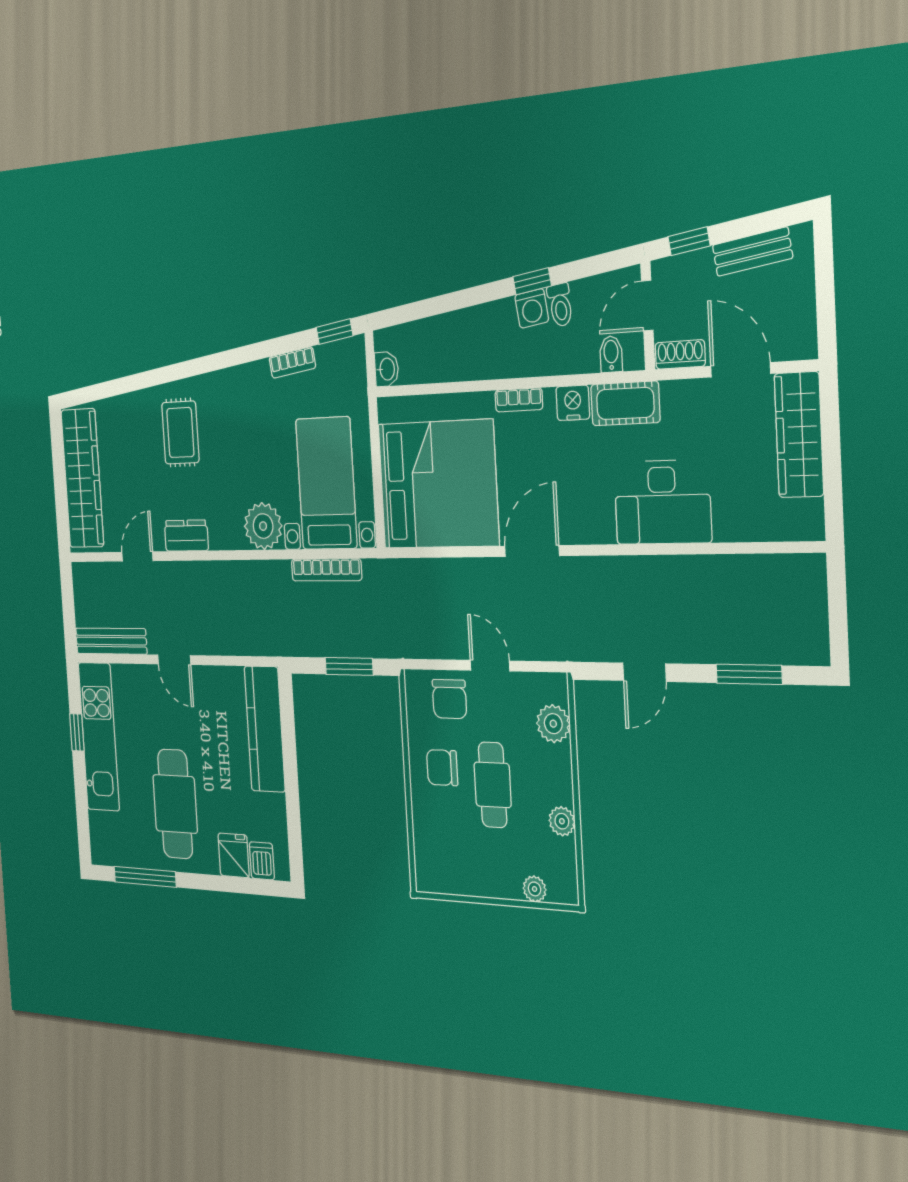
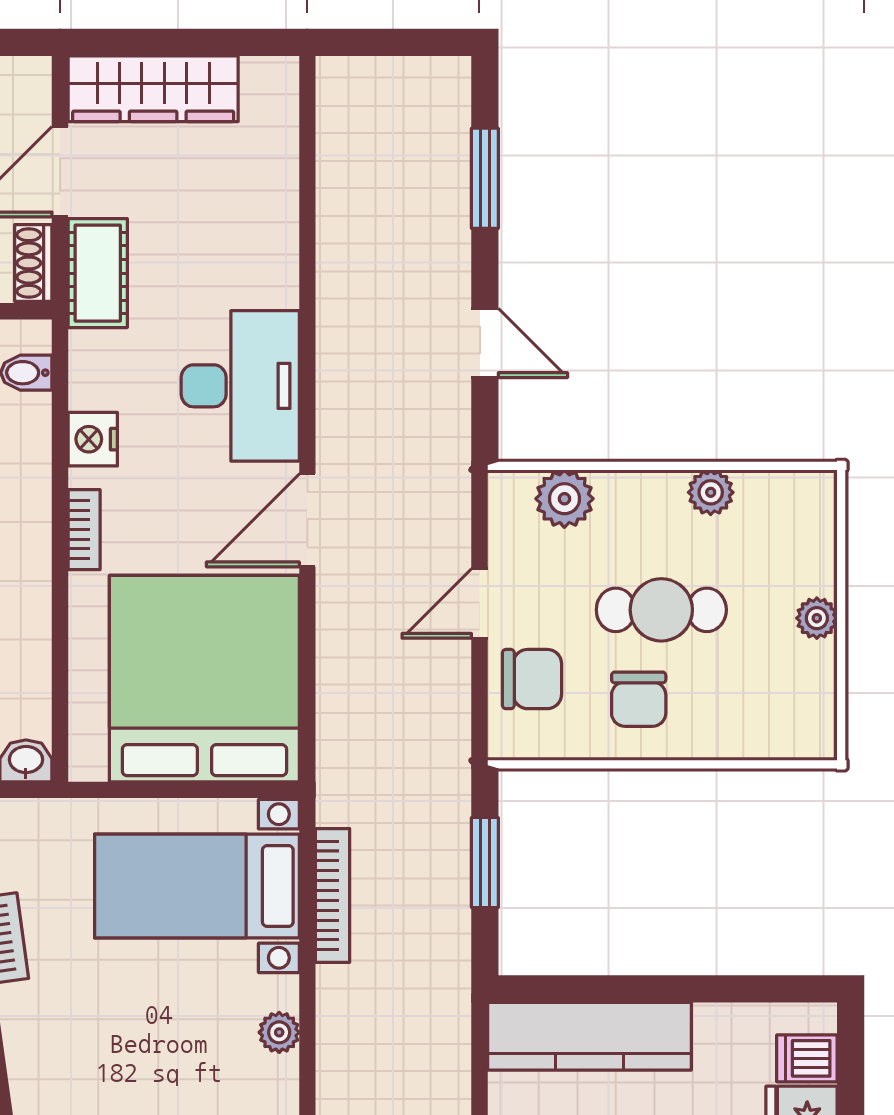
cot: (625, 403) -> (98, 273), moved
desk: (662, 502) -> (240, 386), moved
plant: (263, 526) -> (279, 1032), width x0.53, depth x0.53
door: (532, 551) -> (307, 520), hinge flipped
plant: (535, 889) -> (817, 618), moved

